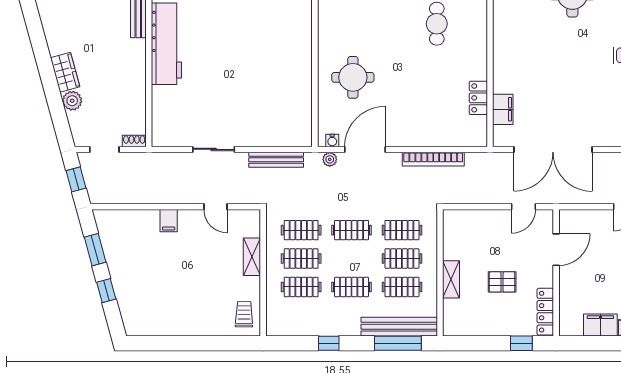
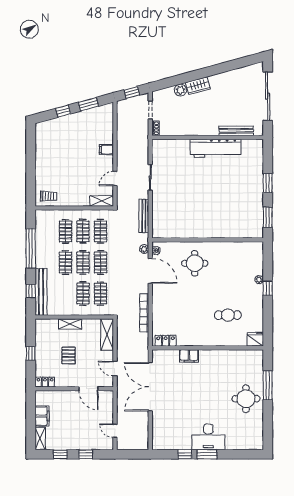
locker: (478, 98) -> (166, 341), moved
filing cabinet: (503, 109) -> (189, 356), moved
shelving: (468, 220) -> (107, 335), added
shelving: (252, 257) -> (102, 201), moved
clothes rail: (402, 287) -> (83, 262), moved
locker: (545, 312) -> (45, 382), width x0.66
window: (329, 343) -> (31, 248), width x3.17
window: (398, 343) -> (31, 291), width x0.46
window: (521, 343) -> (31, 353), moved

